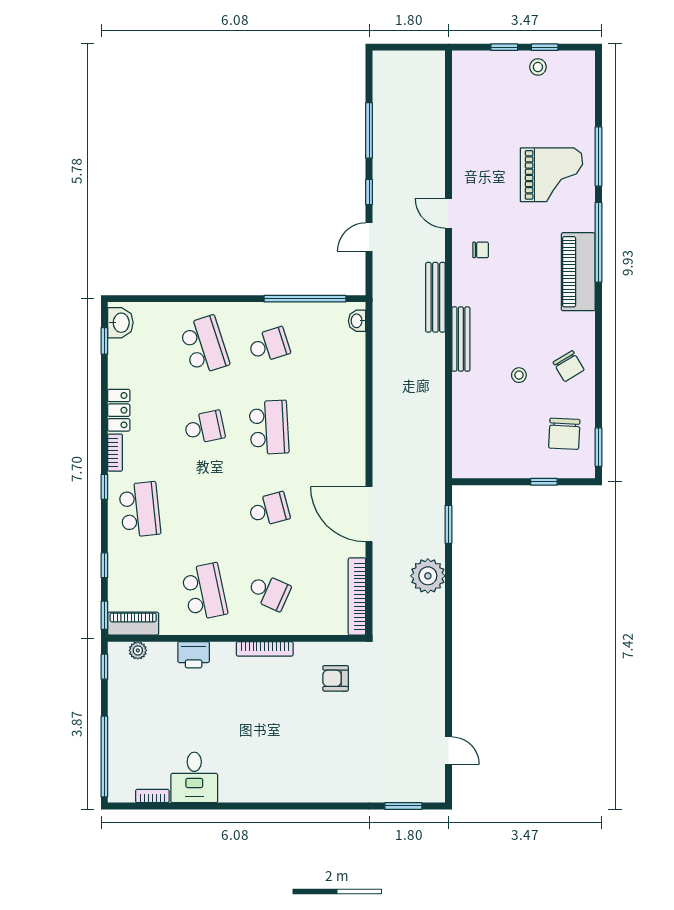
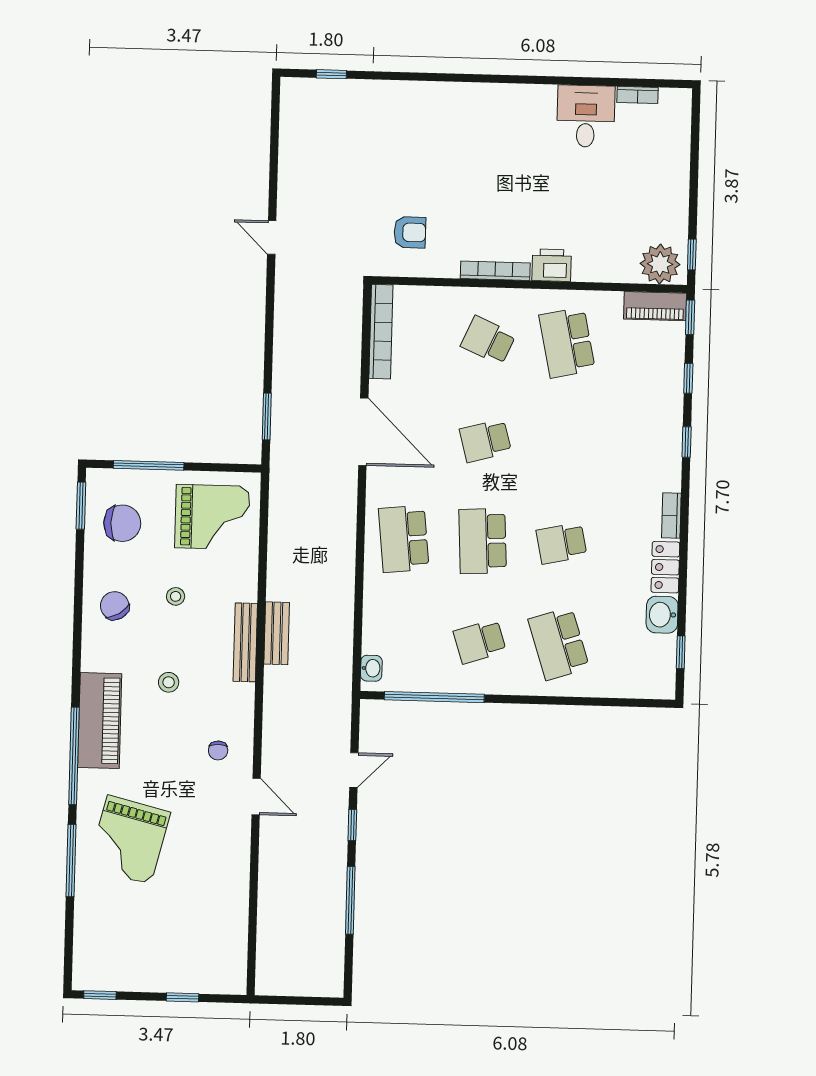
window: (545, 47) -> (100, 995), moved
stool: (538, 67) -> (169, 682), moved
grand piano: (552, 175) -> (129, 840), turned -76
chair: (481, 250) -> (218, 751), turned -90
bench: (435, 297) -> (277, 633), moved, width x0.73
washbasin: (120, 323) -> (662, 615), moved
chair: (564, 434) -> (122, 523), turned 87
grand piano: (491, 441) -> (212, 517), added
window: (544, 482) -> (149, 465), width x2.17
window: (104, 487) -> (687, 442), moved
school desk: (140, 510) -> (404, 539), moved
plant: (428, 576) -> (294, 354), removed
plant: (138, 650) -> (660, 264), width x1.88, depth x1.88
printer: (194, 655) -> (552, 265), moved
door: (448, 751) -> (272, 237), moved
window: (104, 757) -> (695, 145), removed
window: (403, 806) -> (331, 74), width x0.67

